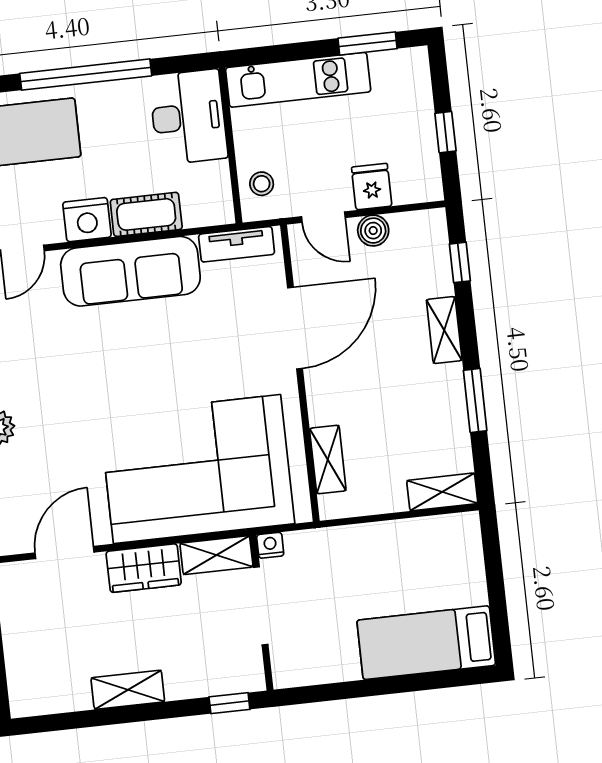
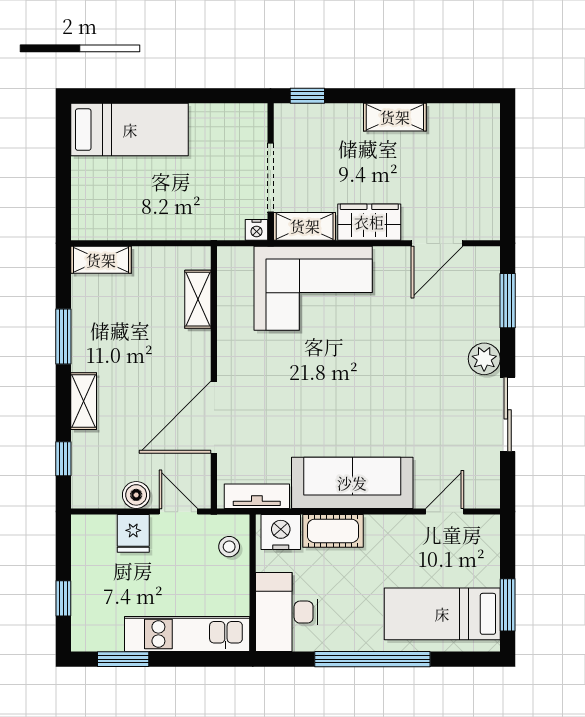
window: (445, 132) -> (63, 598), moved
nightstand: (87, 220) -> (281, 532), moved
corner sofa: (197, 469) -> (313, 288), width x0.73, depth x0.74

